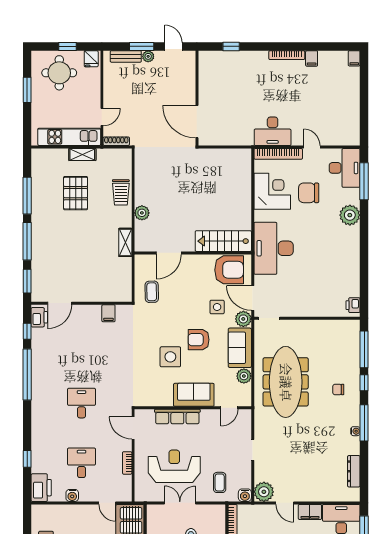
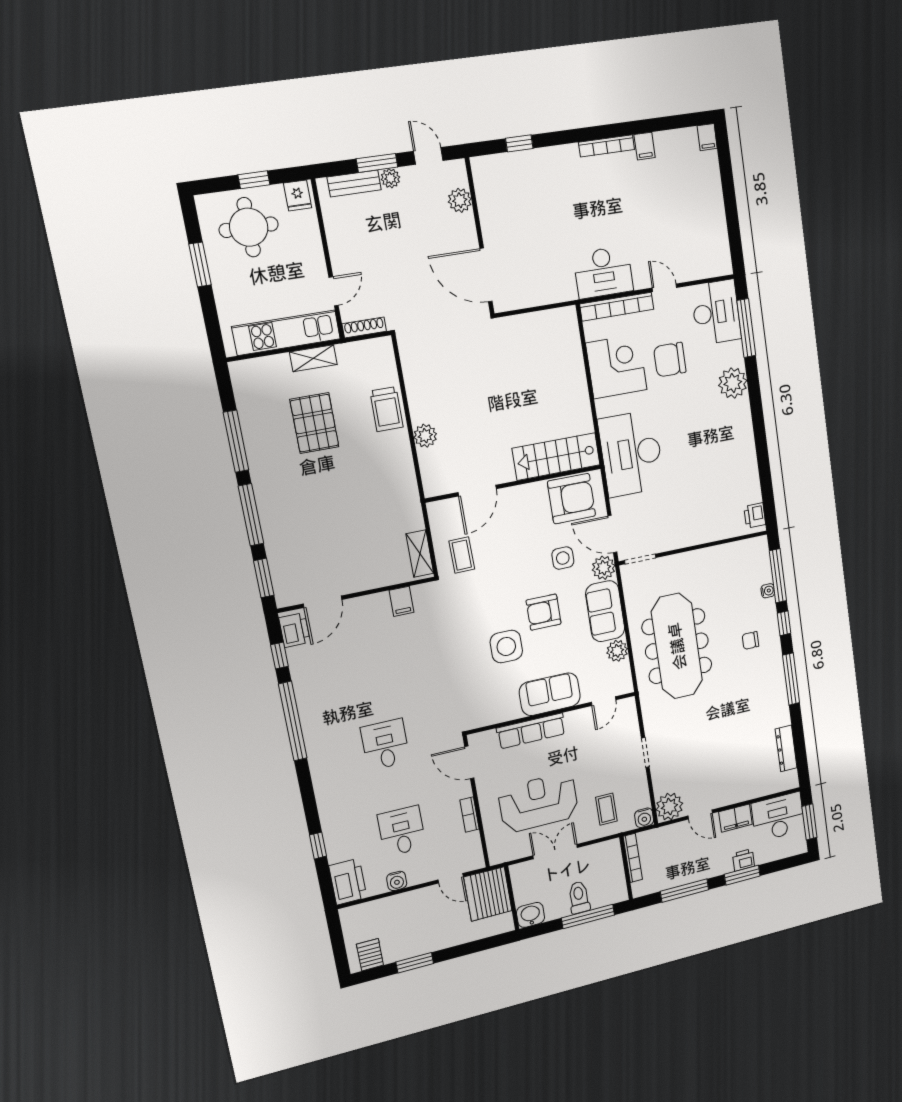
plant: (188, 75) -> (460, 200), added
shelving: (125, 242) -> (420, 554), moved
water cooler: (355, 431) -> (768, 591), moved

